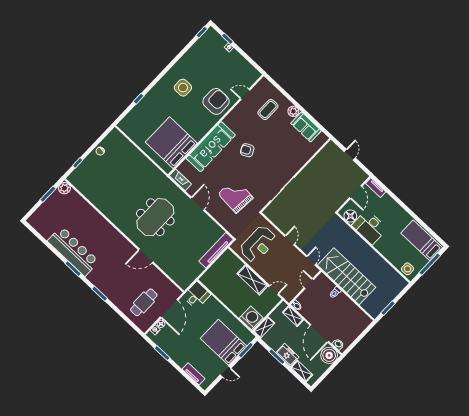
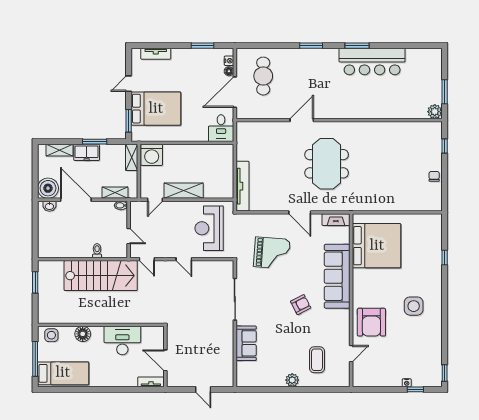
sofa: (306, 127) -> (246, 343), moved, turned 90
floor lamp: (350, 216) -> (83, 334), moved
door: (169, 309) -> (235, 92), hinge flipped

